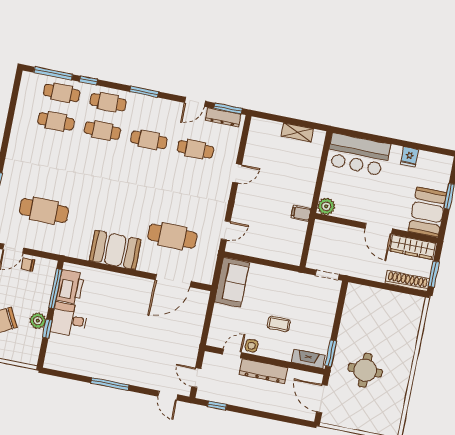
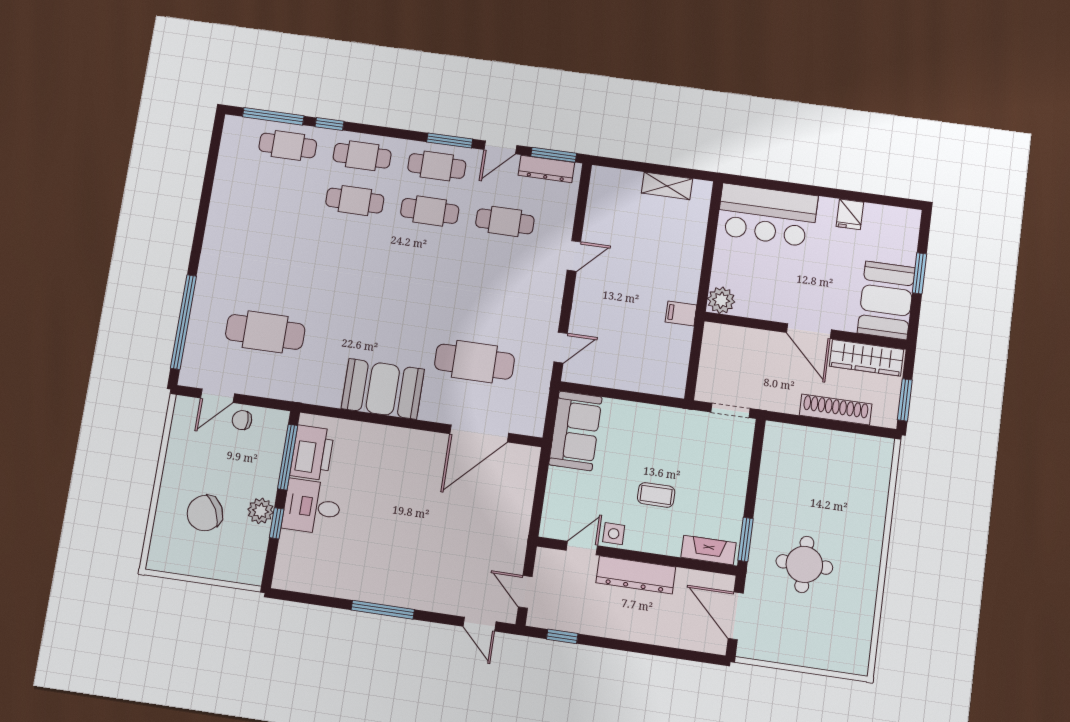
window: (144, 92) -> (450, 140), moved
cafe table: (56, 121) -> (437, 166), moved
shoe rack: (407, 281) -> (836, 410), moved

